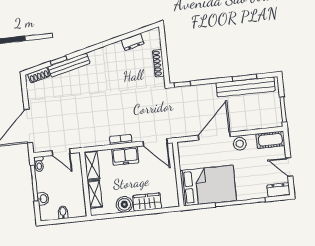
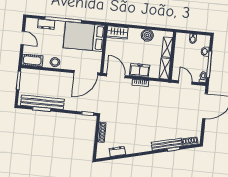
door: (214, 136) -> (86, 73), moved
dresser: (278, 190) -> (46, 24), moved
wardrobe: (147, 202) -> (117, 32), moved

